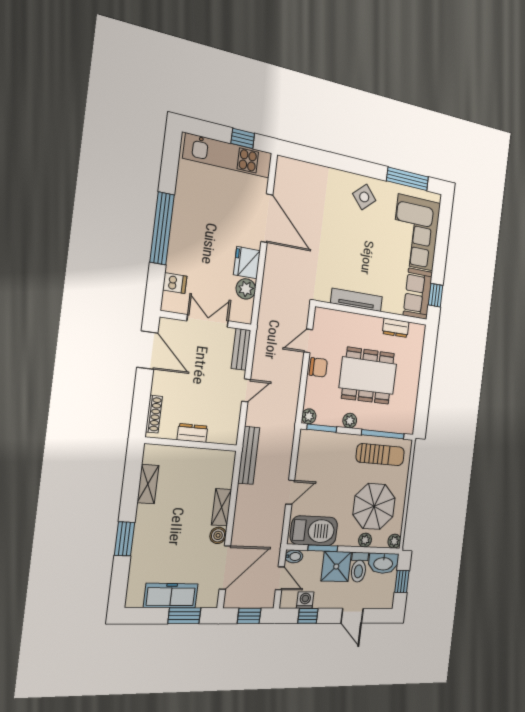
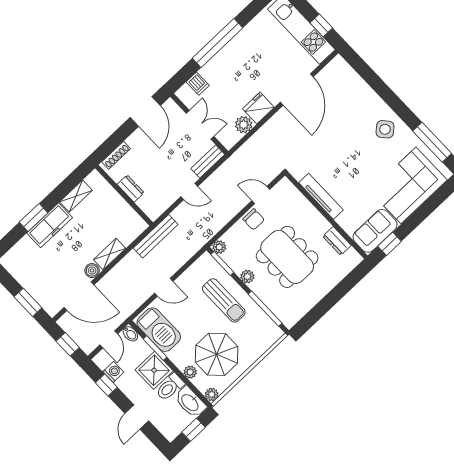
sun lounger: (380, 455) -> (224, 300), moved
freezer: (171, 596) -> (50, 225), moved, turned 90

